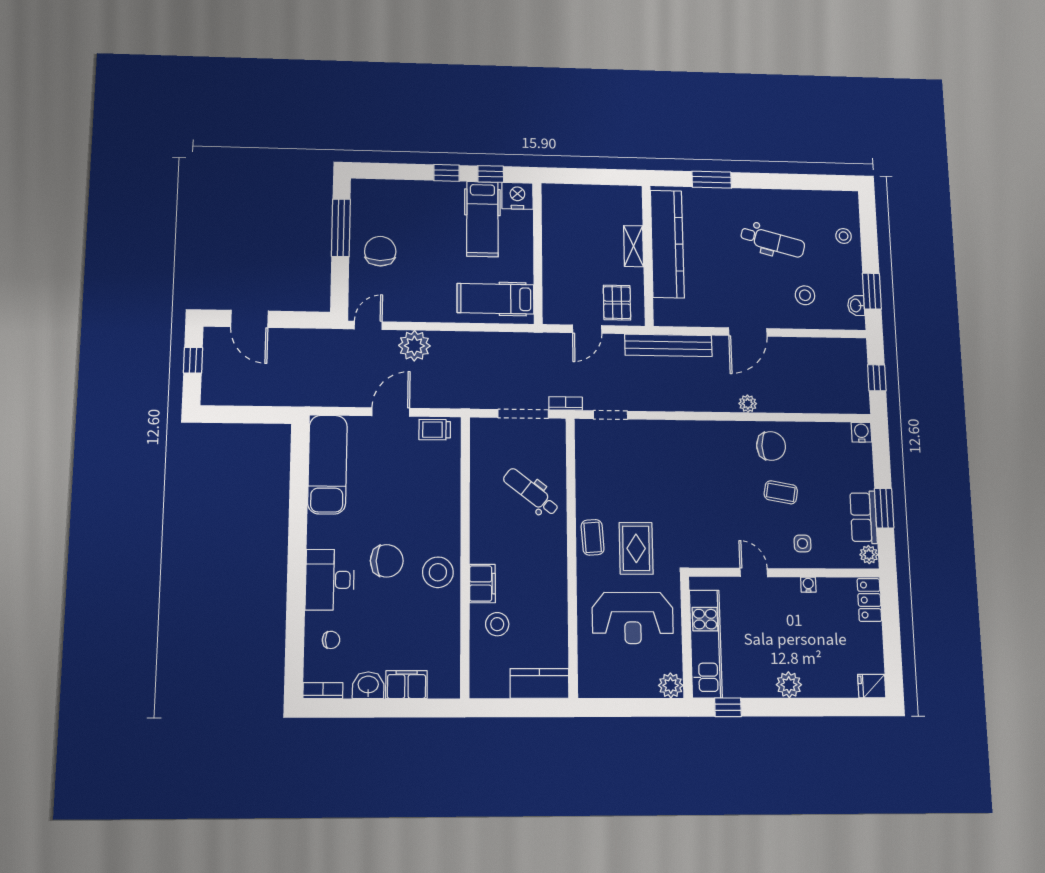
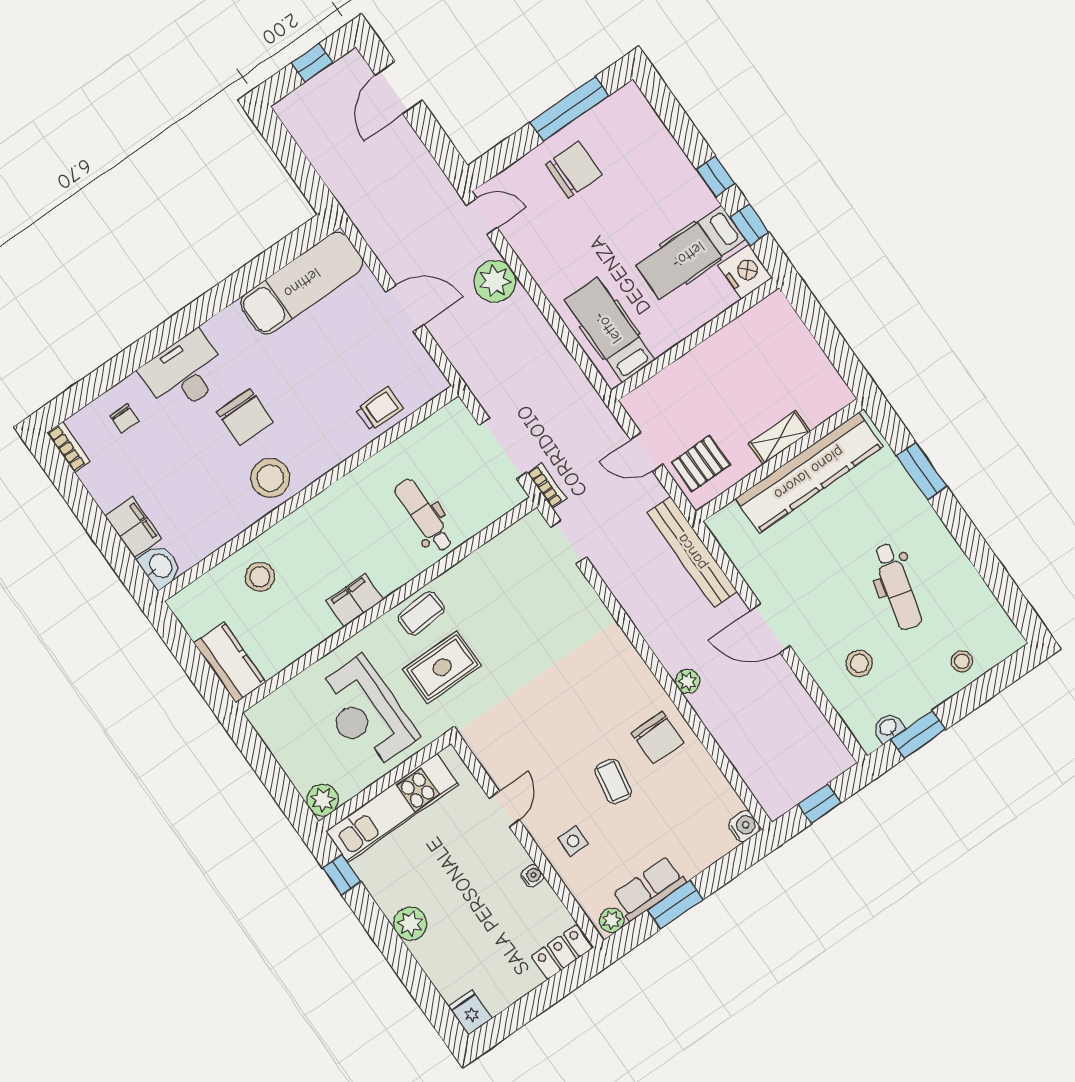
trolley: (435, 430) -> (379, 409), moved, turned 90
dental chair: (531, 492) -> (424, 515), turned -38
filing cabinet: (482, 583) -> (355, 600), moved, turned 180
washbasin: (368, 685) -> (160, 566), moved

